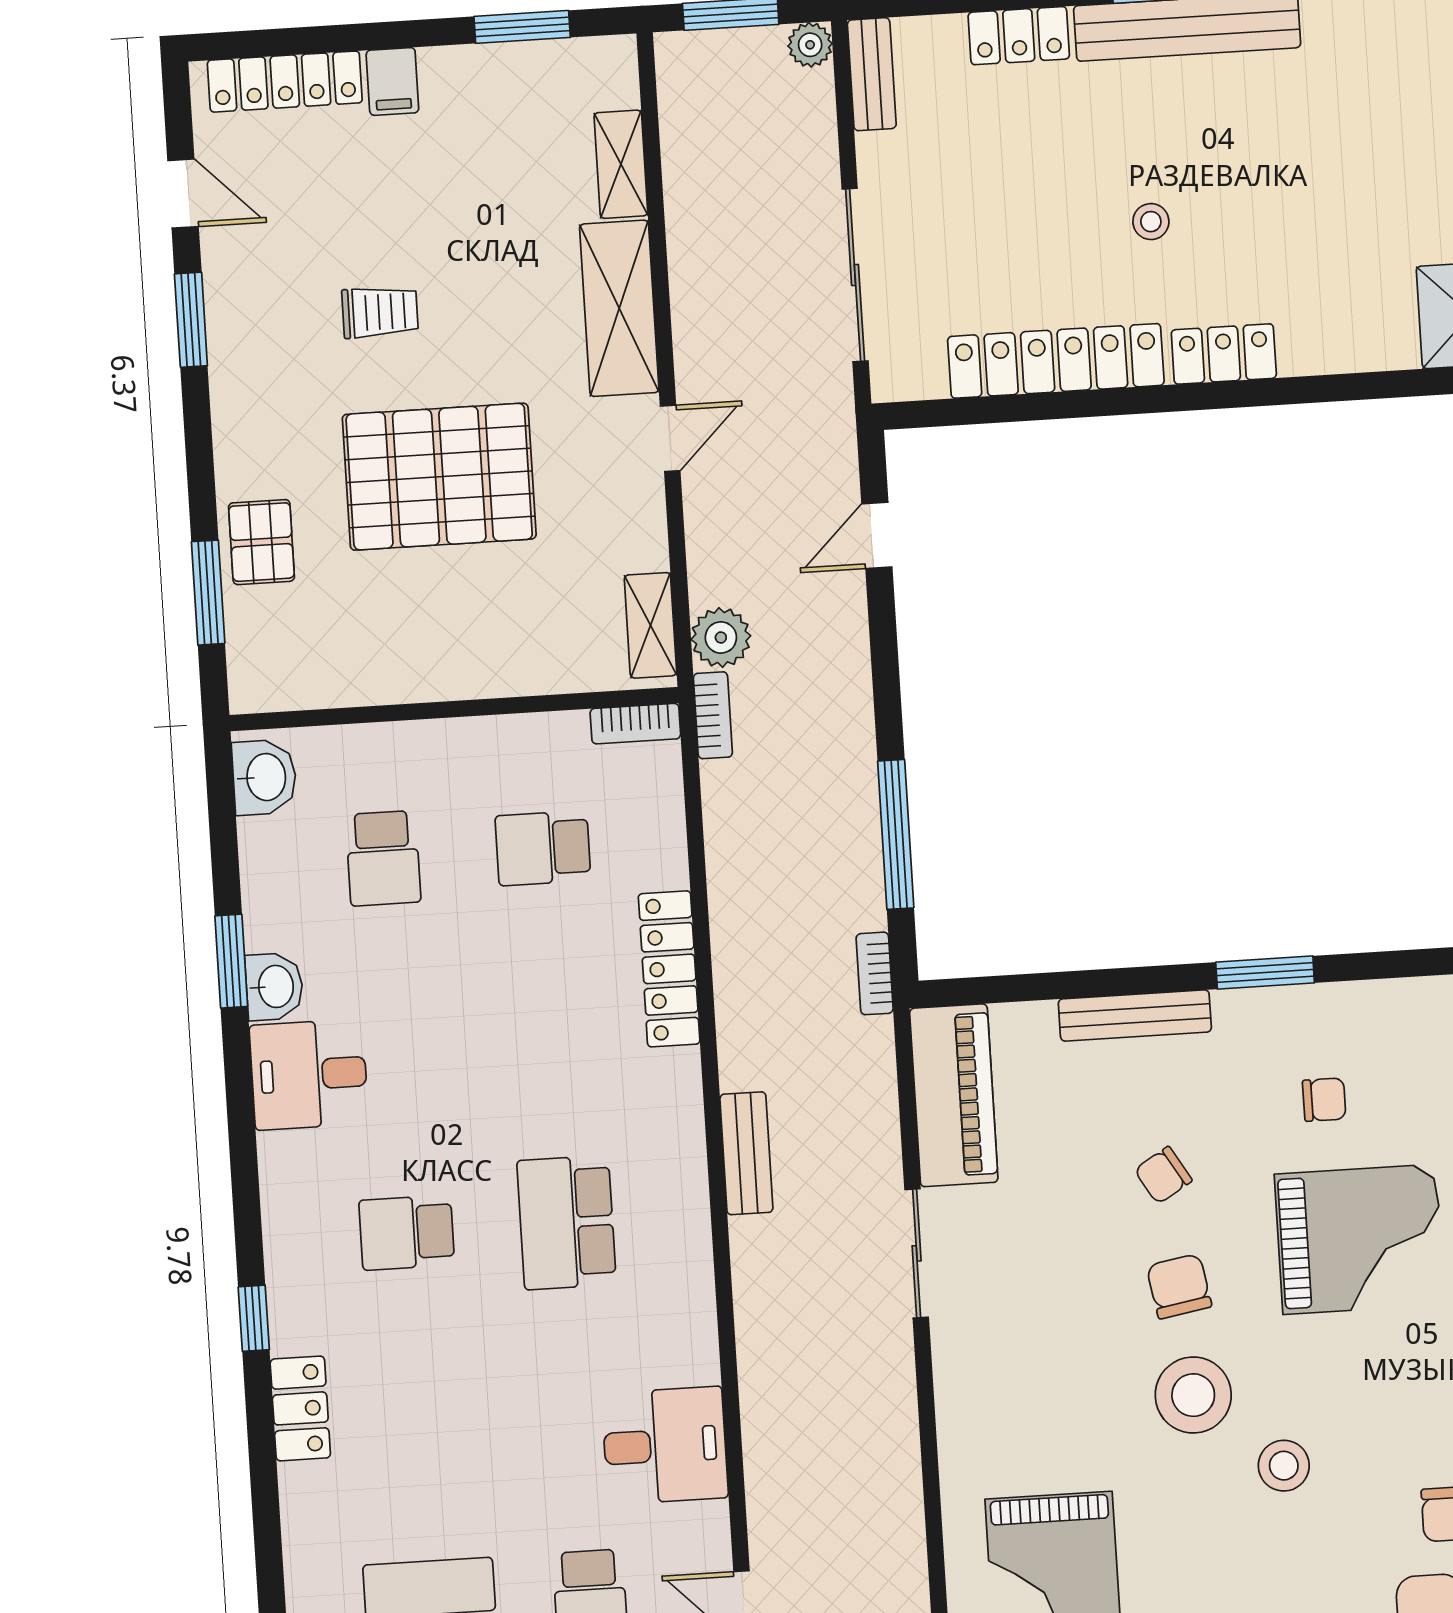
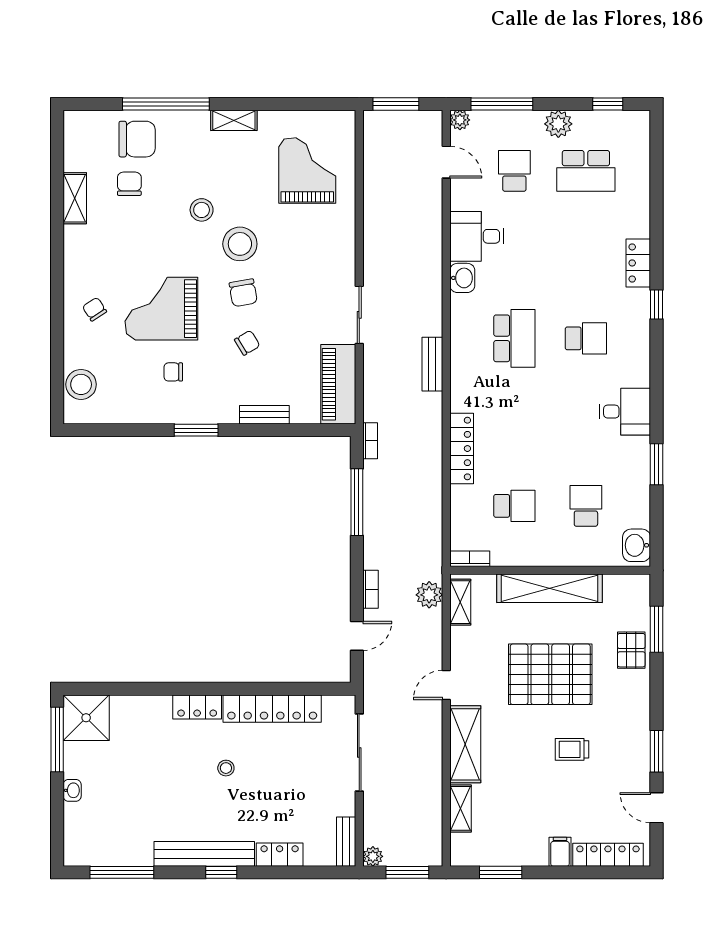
shelving: (453, 669) -> (549, 588), added
bookcase: (713, 715) -> (371, 589), moved, turned 180
washbasin: (274, 987) -> (462, 278), moved, turned 180
bench: (1135, 1015) -> (264, 415), width x0.73

